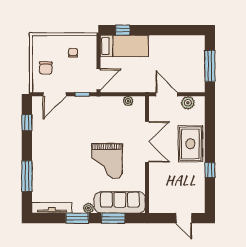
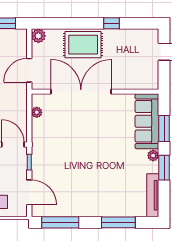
plant: (188, 103) -> (38, 36), moved
window: (27, 123) -> (60, 222), width x2.17
double door: (147, 142) -> (81, 92), width x1.36
grand piano: (107, 161) -> (102, 135), removed

